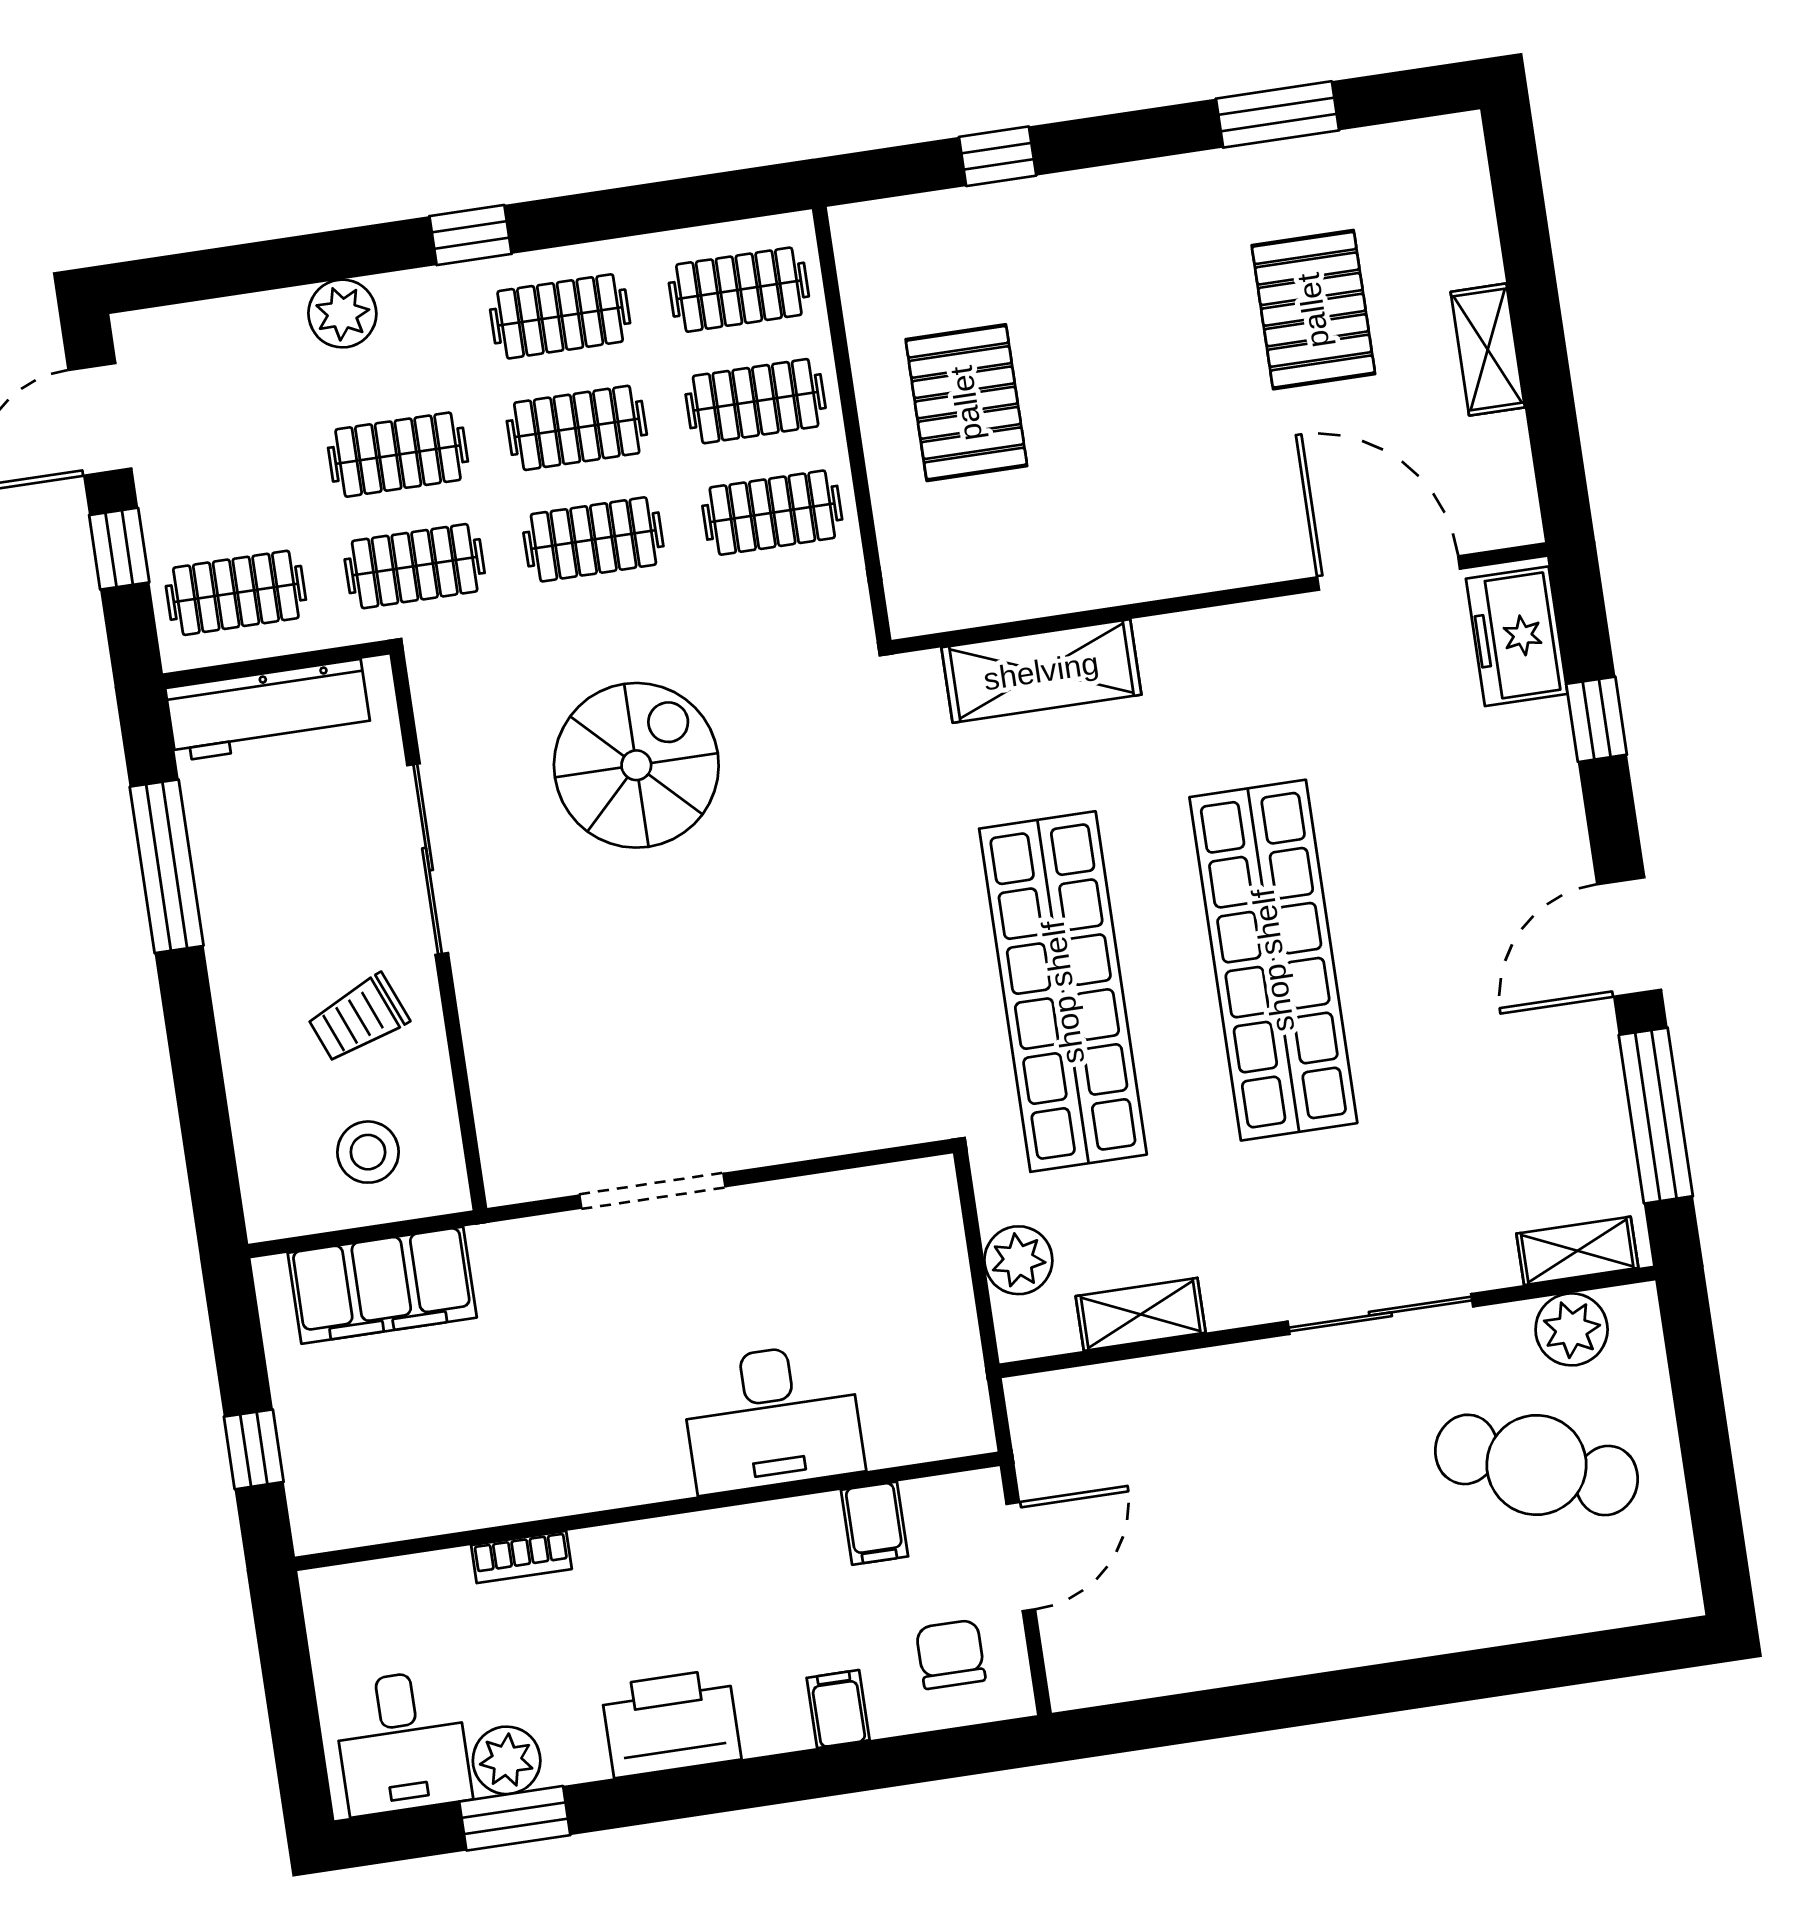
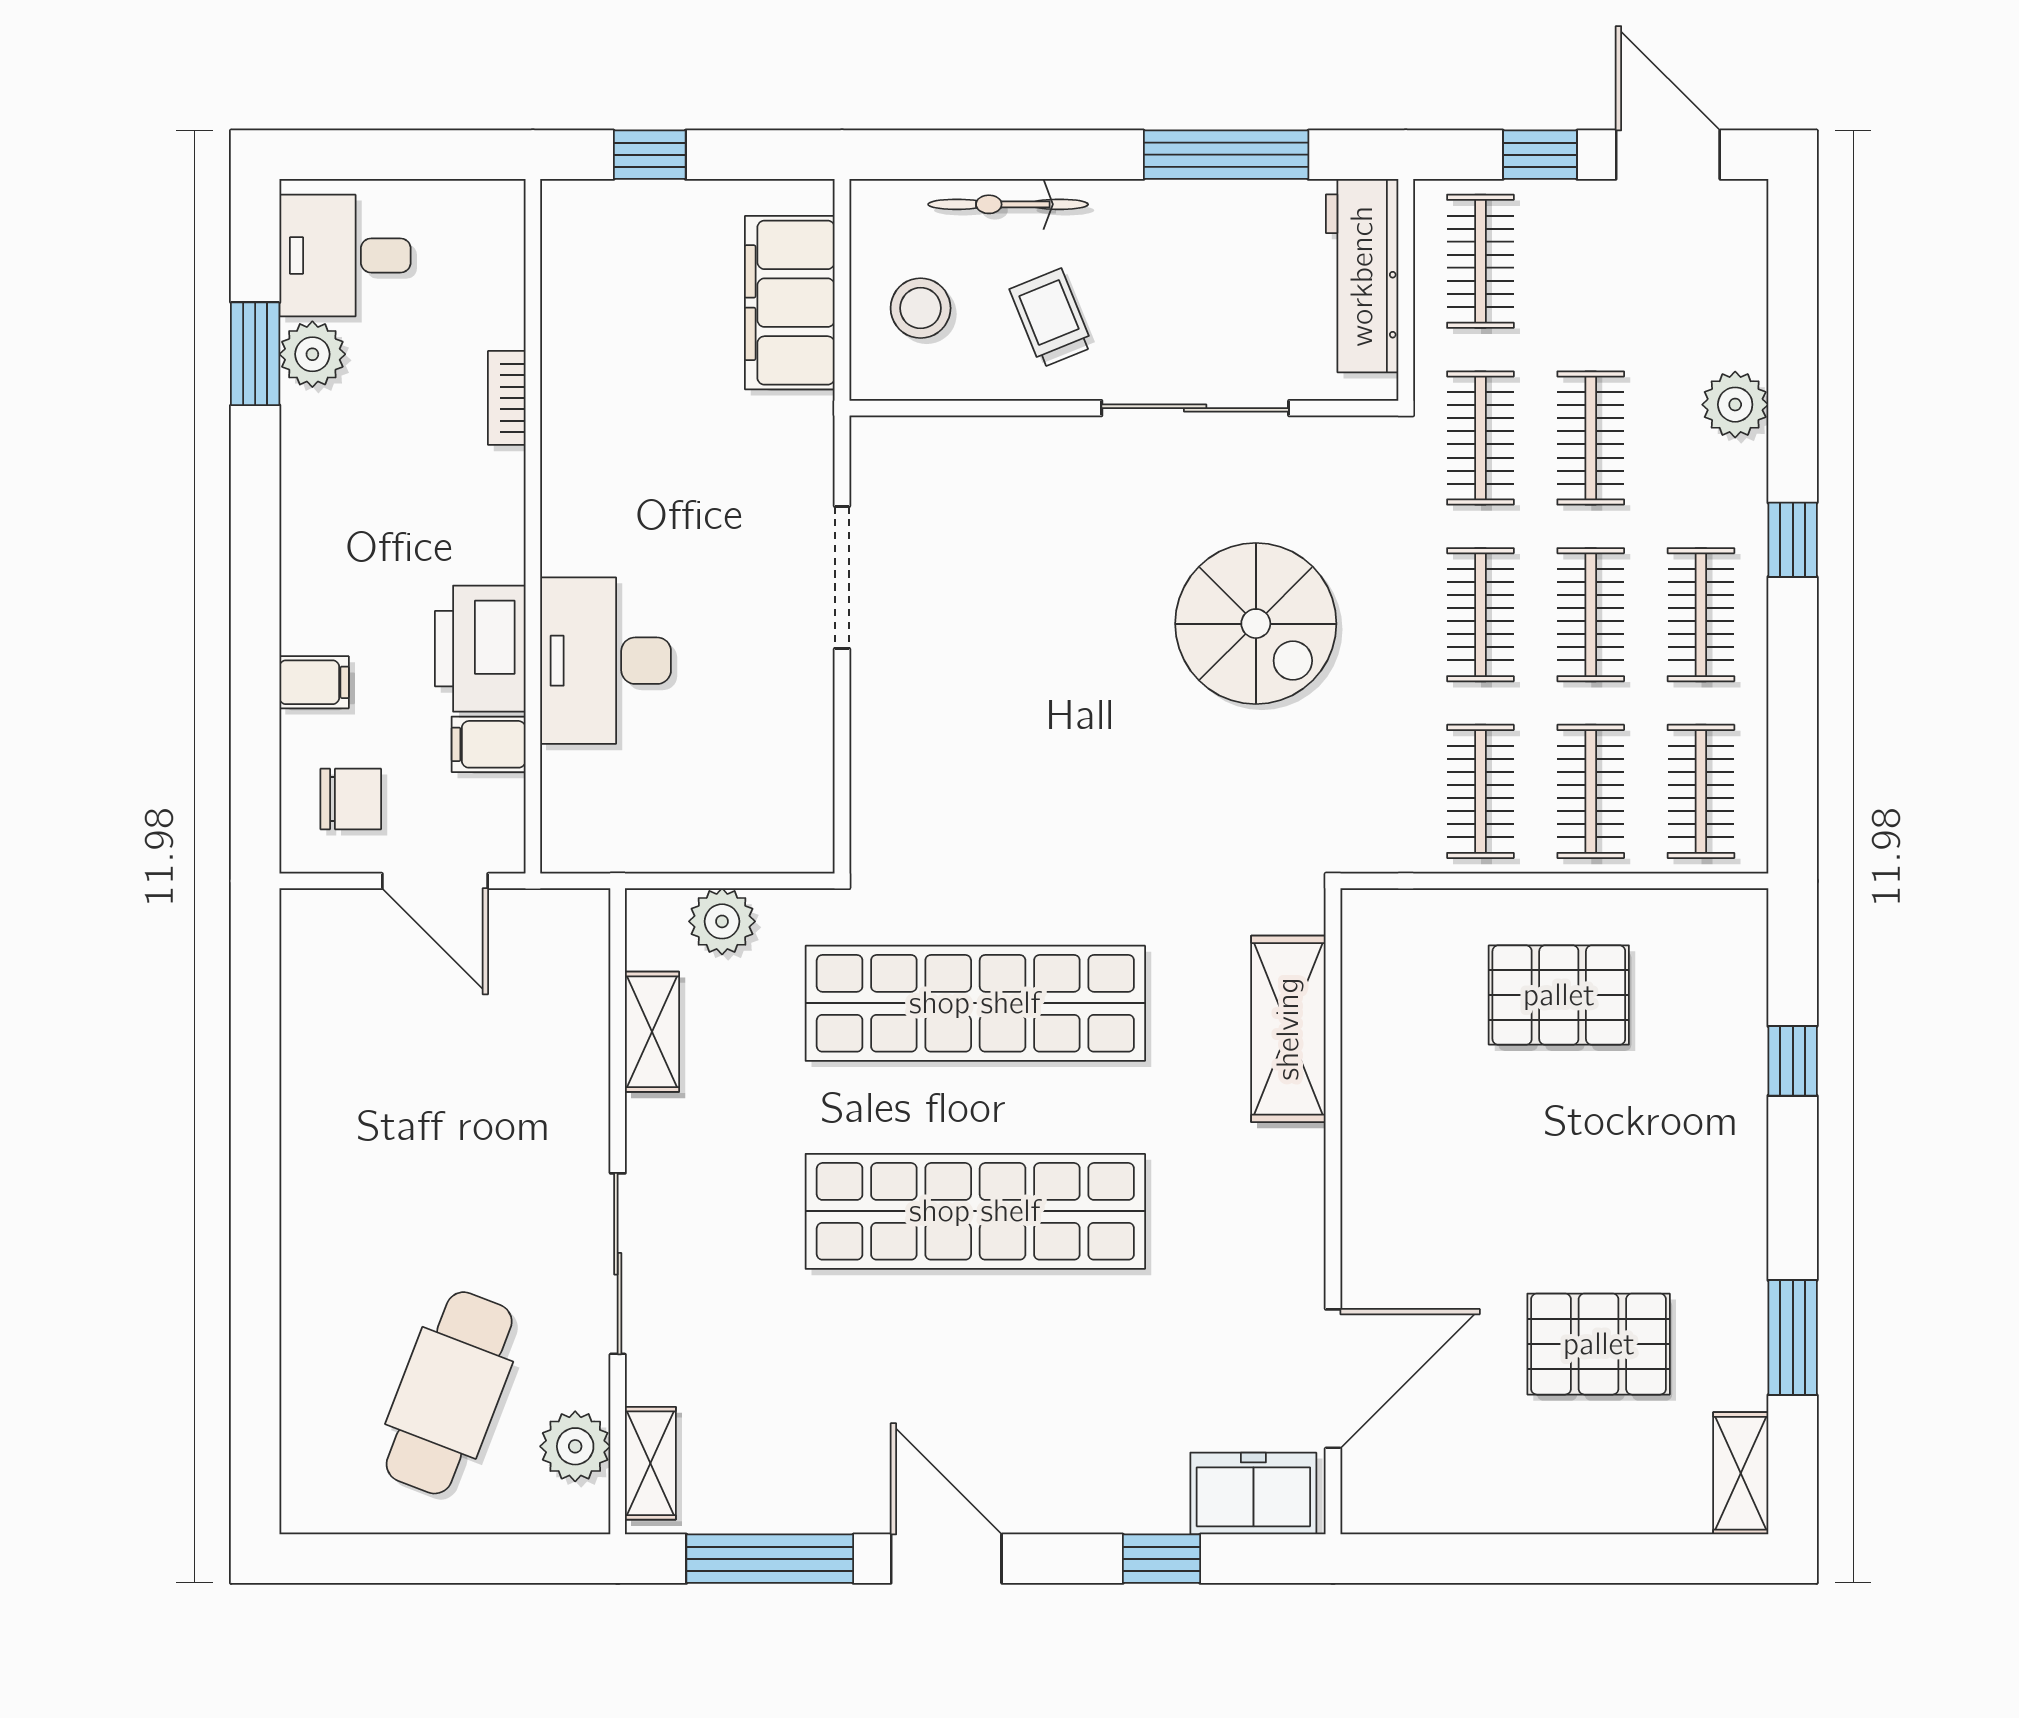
shelving: (1488, 350) -> (1741, 1473), moved, turned 90
bicycle: (250, 1079) -> (1008, 204), added
printer: (671, 1723) -> (480, 649), moved, turned 180

